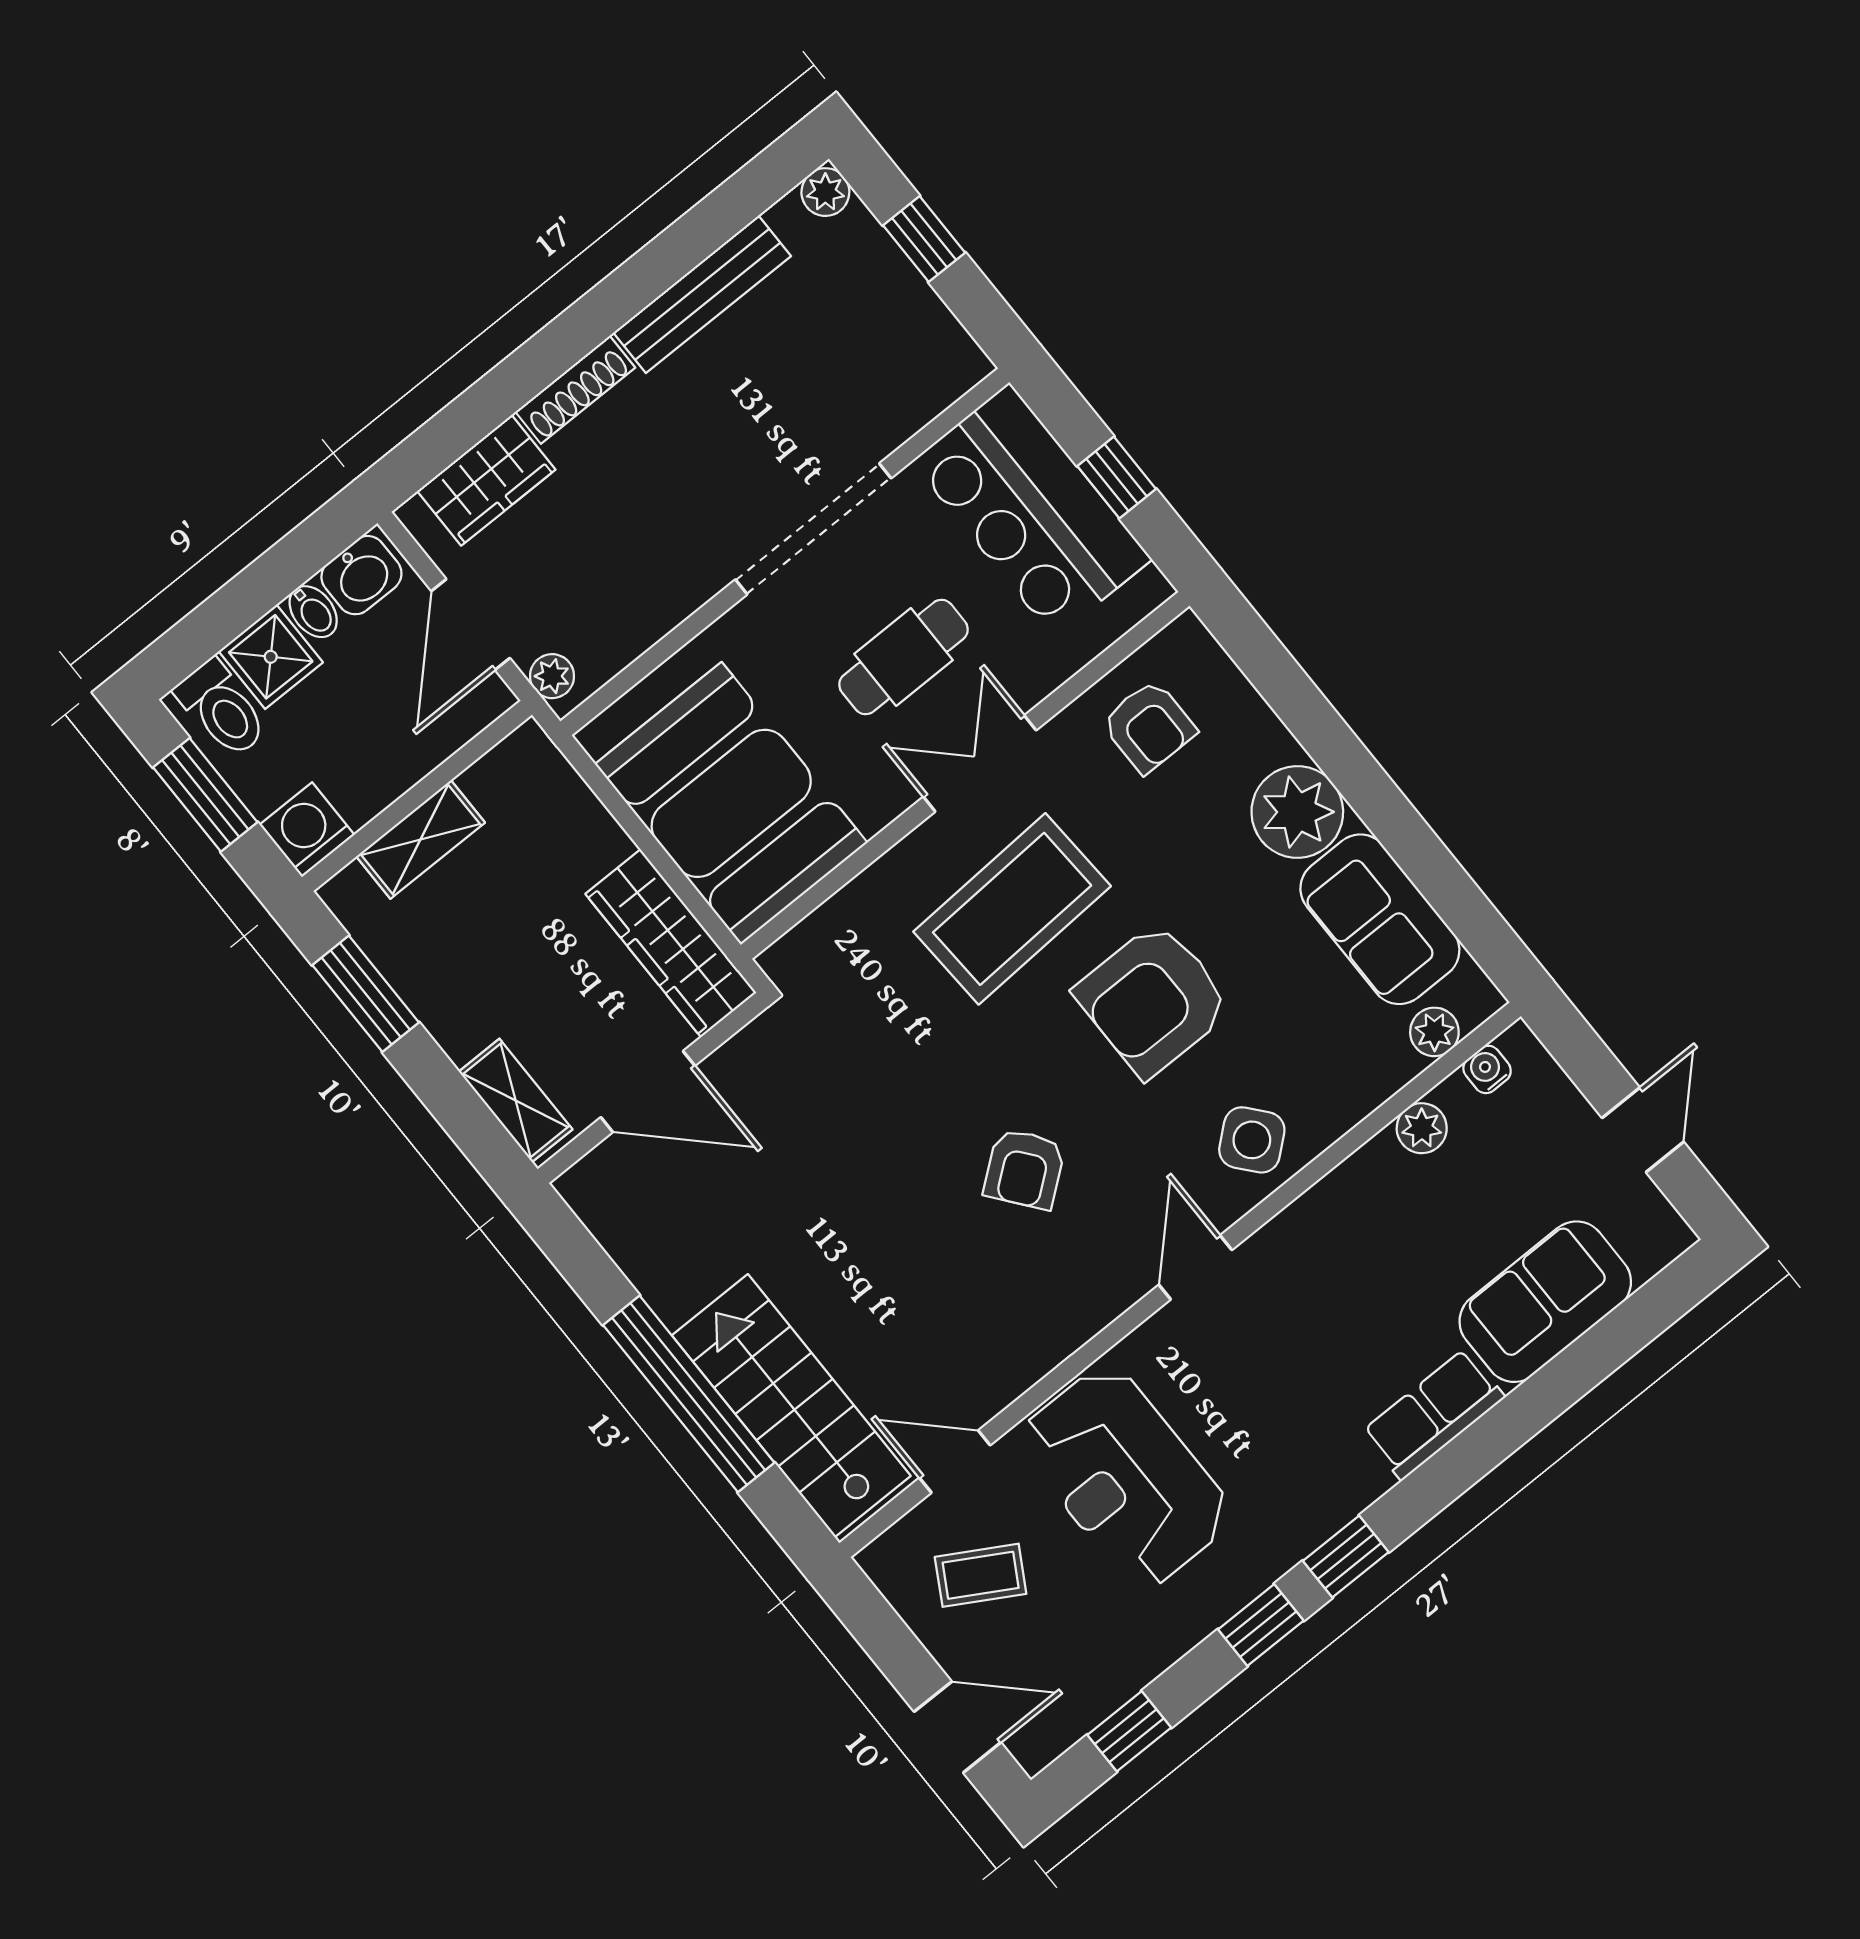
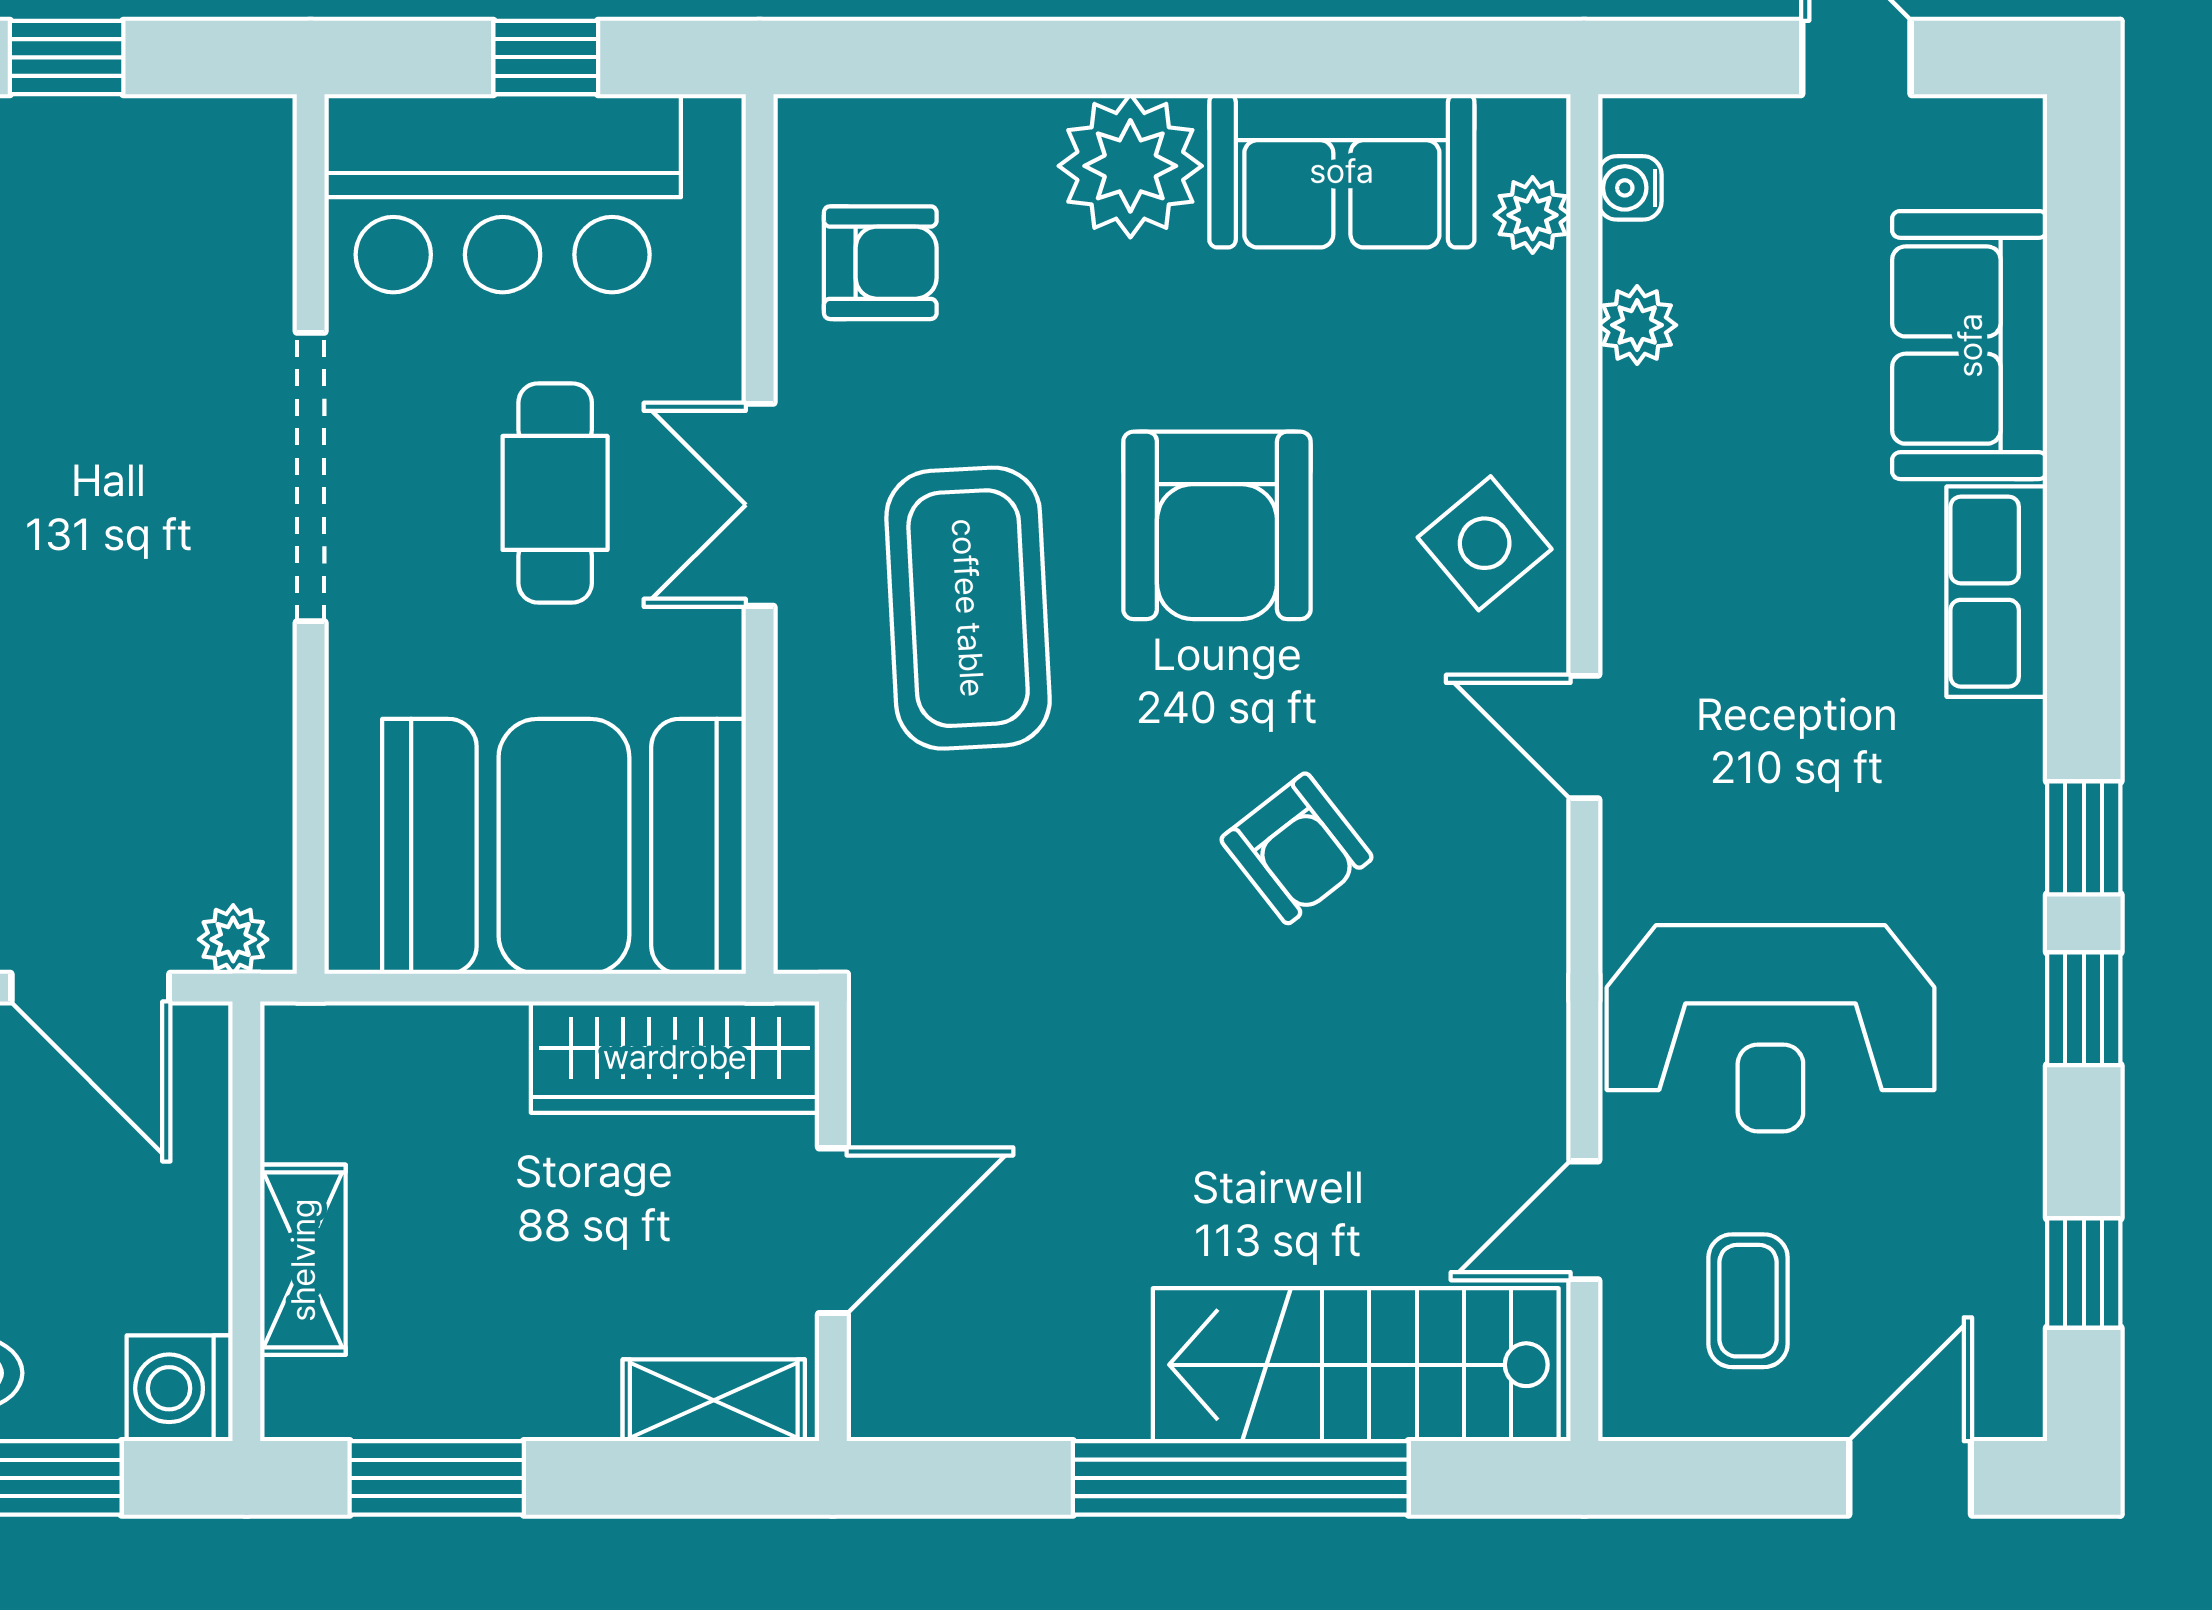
coffee table: (981, 1575) -> (1748, 1301), turned -30

